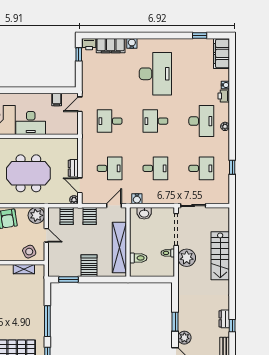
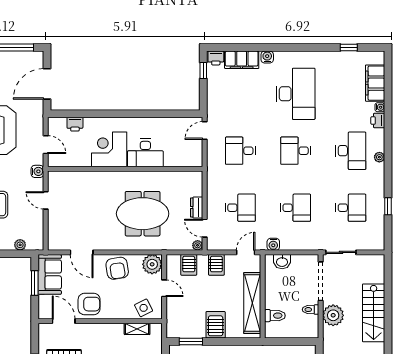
filing cabinet: (221, 53) -> (375, 83), moved
filing cabinet: (57, 99) -> (177, 125), removed

